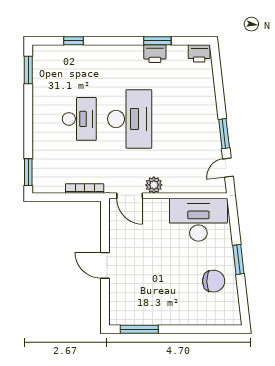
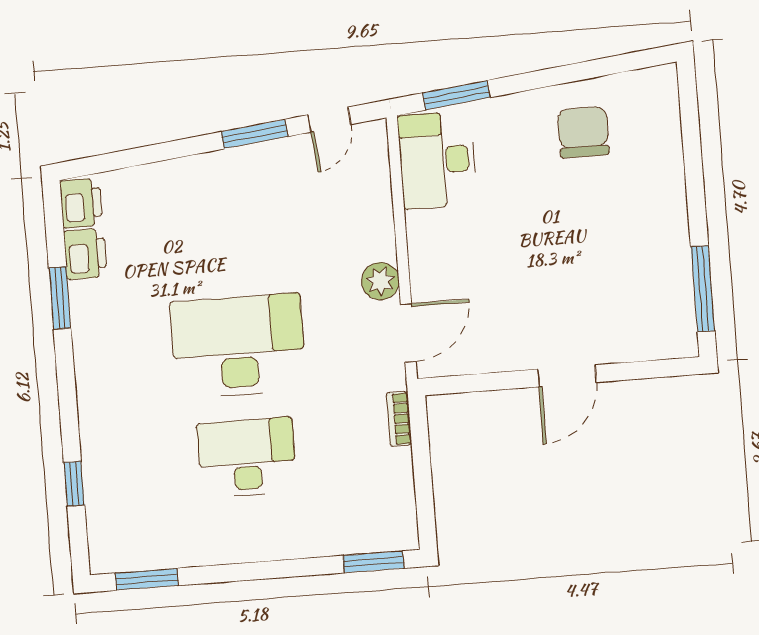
printer: (155, 54) -> (85, 254), moved
door: (228, 168) -> (329, 120), hinge flipped
bookcase: (85, 189) -> (399, 419), width x0.64
desk: (198, 220) -> (437, 160), width x0.73, depth x0.77
window: (238, 260) -> (456, 95), moved

